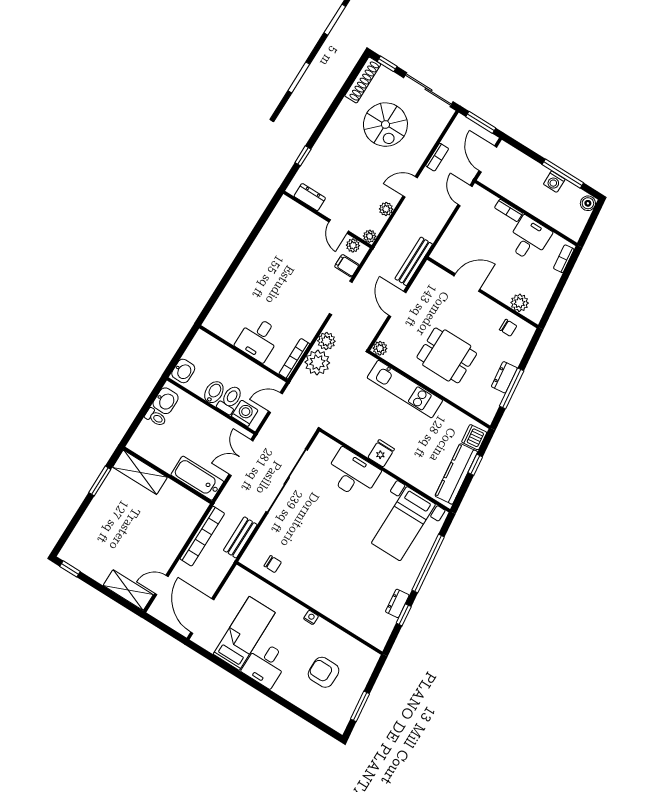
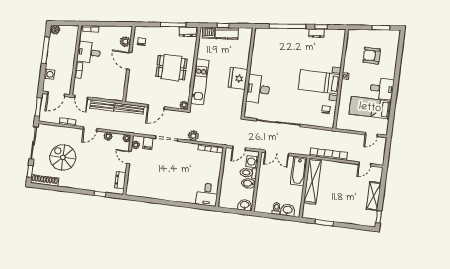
spiral stairs: (385, 125) -> (63, 157), turned -90
washing machine: (554, 182) -> (49, 74), moved
door: (410, 187) -> (90, 129), hinge flipped
door: (465, 196) -> (81, 97), hinge flipped
door: (339, 226) -> (129, 157), swing flipped
door: (467, 283) -> (129, 61), moved
desk: (258, 339) -> (207, 194), moved, turned 90
dining table: (447, 355) -> (171, 68), turned 90
plant: (317, 363) -> (207, 135), removed
dresser: (504, 377) -> (188, 32), moved
washbasin: (166, 401) -> (288, 210), moved
door: (275, 403) -> (239, 148), hinge flipped
fridge: (381, 453) -> (238, 78), width x1.88, depth x1.34
shelving: (140, 472) -> (312, 181), moved, width x1.47
kitchen counter: (456, 474) -> (227, 33), width x0.67
bed with nightstands: (403, 524) -> (319, 82), moved, turned 180
bench: (240, 537) -> (102, 106), moved
door: (161, 585) -> (365, 164), hinge flipped
shelving: (128, 590) -> (374, 196), moved
door: (202, 616) -> (371, 134), width x0.53
armchair: (324, 672) -> (372, 56), turned 90

